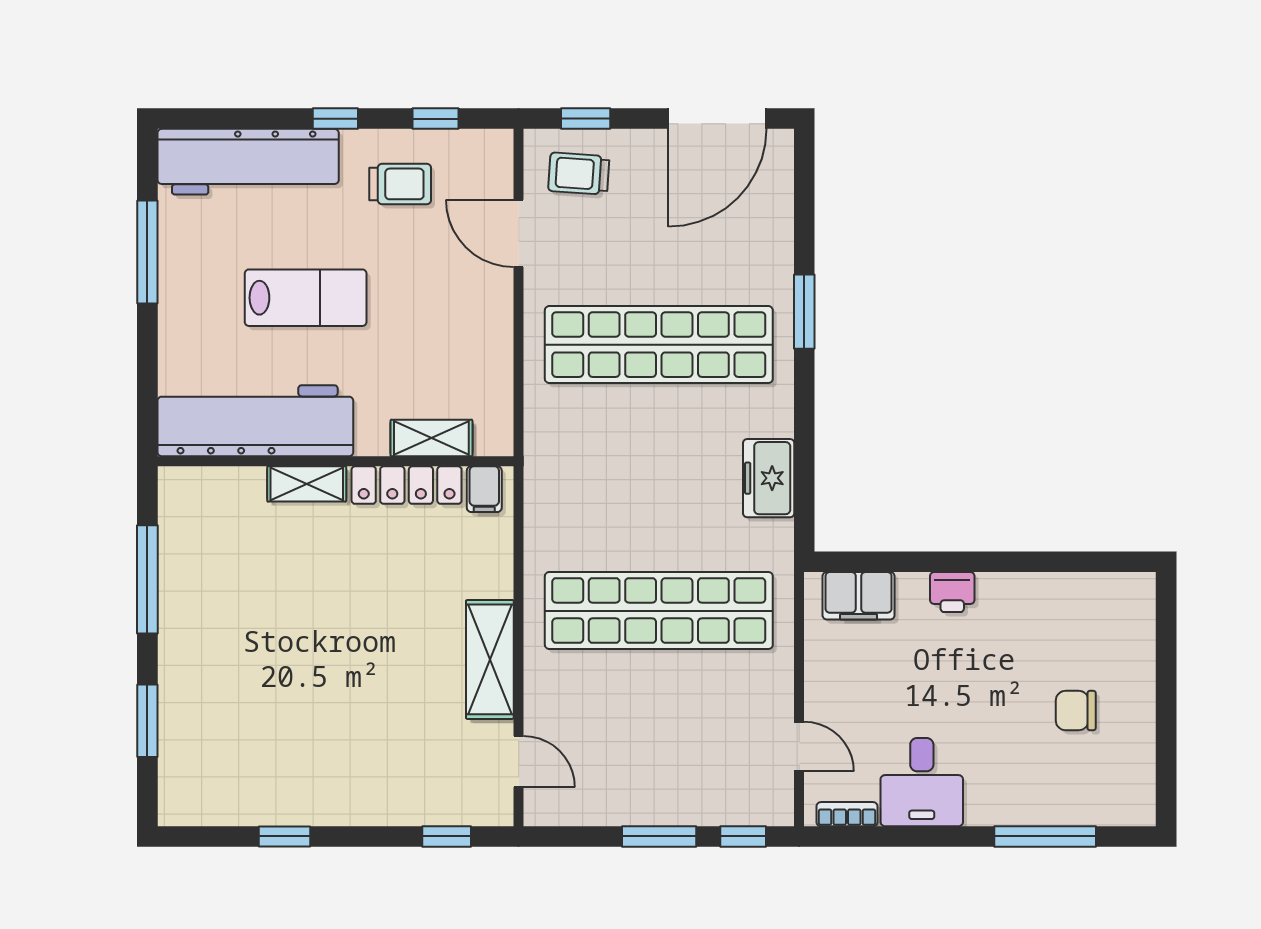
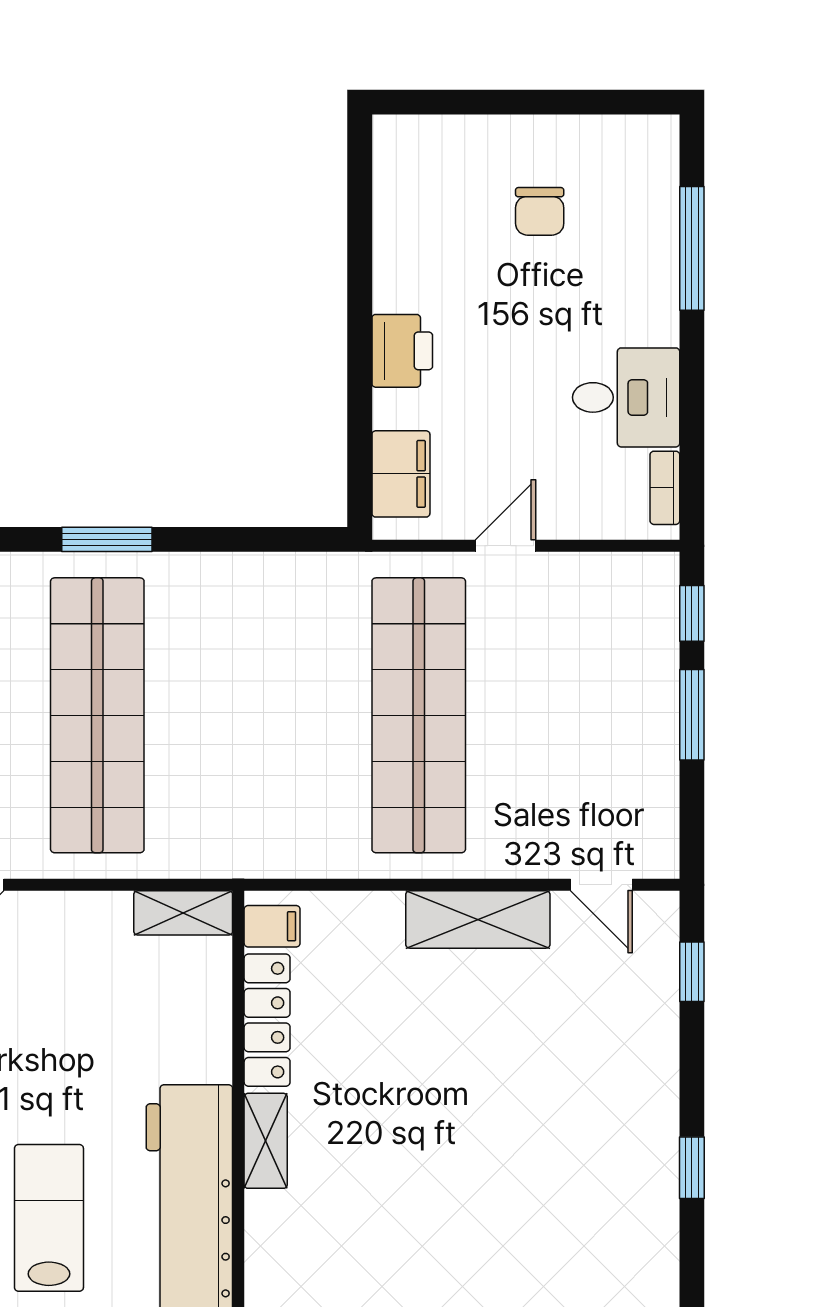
lab bench: (306, 298) -> (49, 1218), moved
window: (804, 312) -> (107, 539), moved
shelving: (431, 438) -> (183, 913), moved, turned 90
freezer: (769, 478) -> (259, 583), removed
printer: (952, 592) -> (402, 351), width x1.36, depth x1.24
door: (799, 747) -> (506, 546), moved
door: (519, 762) -> (601, 885), swing flipped

